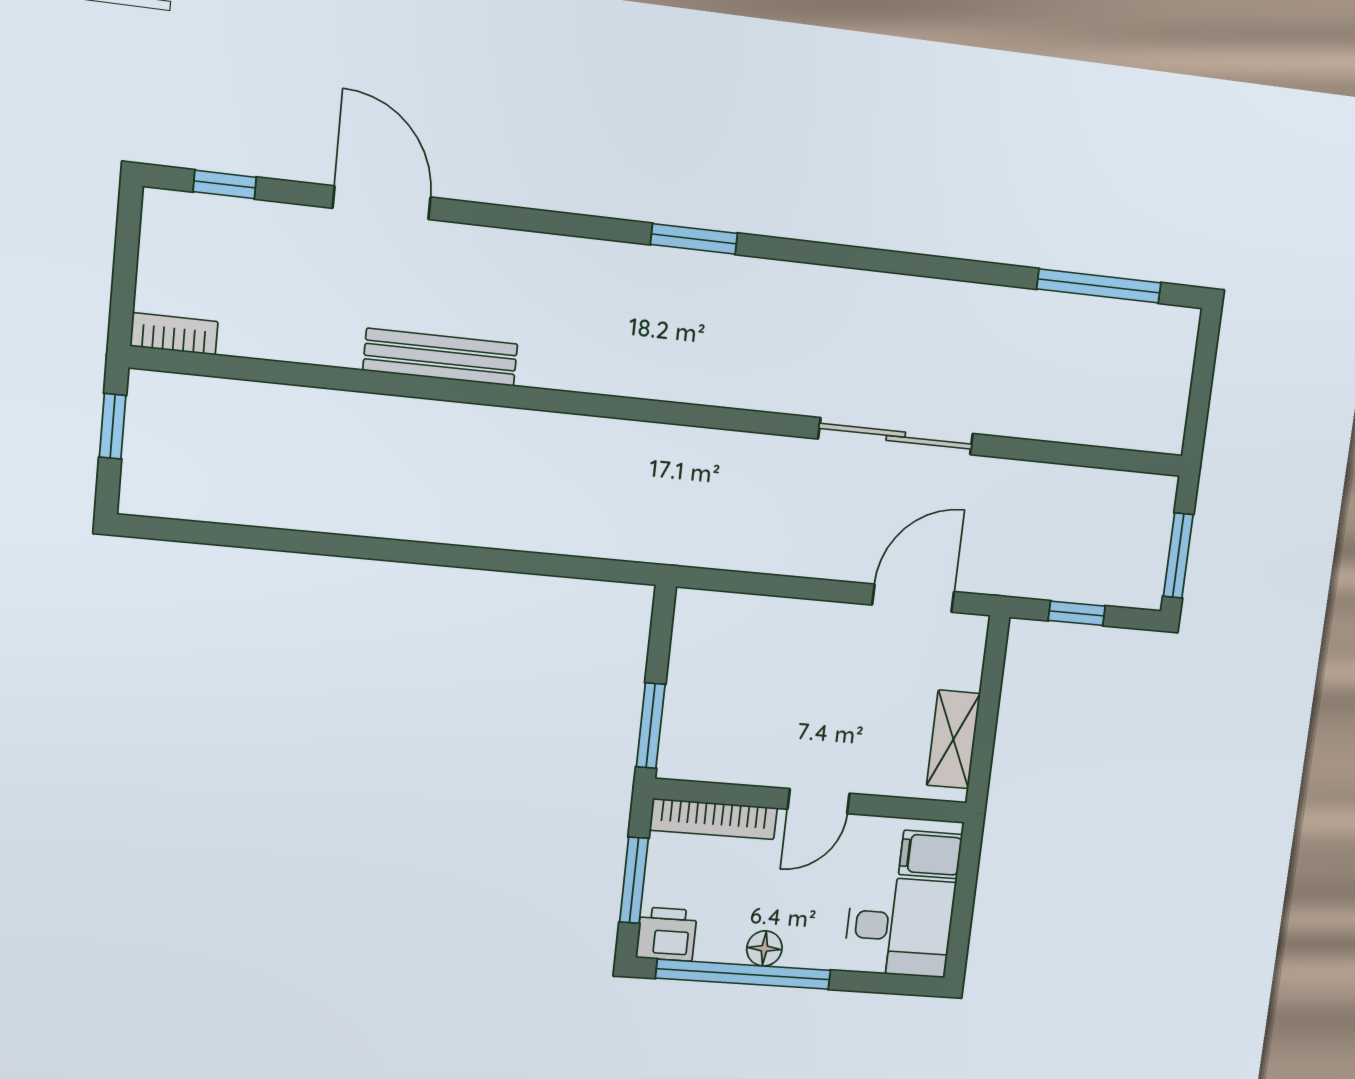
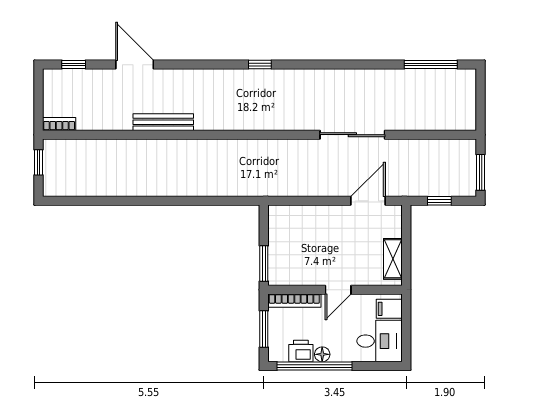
window: (694, 239) -> (260, 65), width x0.67
printer: (666, 934) -> (301, 351), moved

